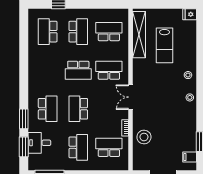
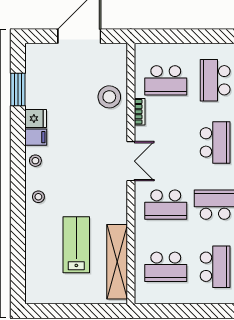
fridge: (190, 14) -> (36, 119), moved
school desk: (78, 32) -> (215, 267), turned 180
filing cabinet: (190, 157) -> (36, 137), moved

